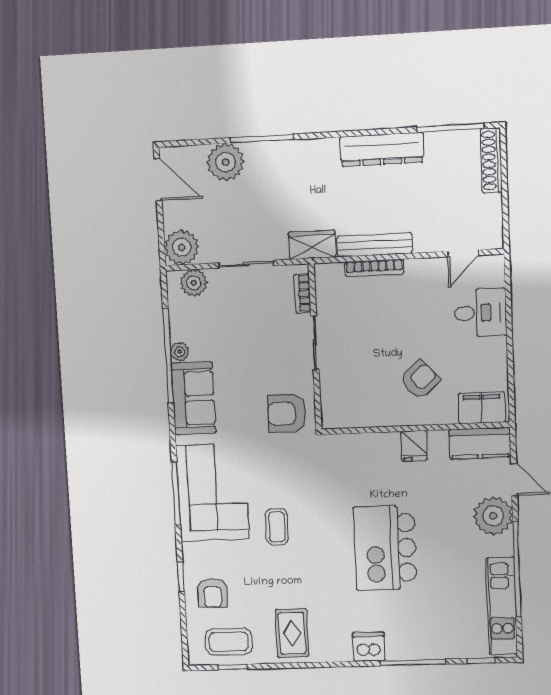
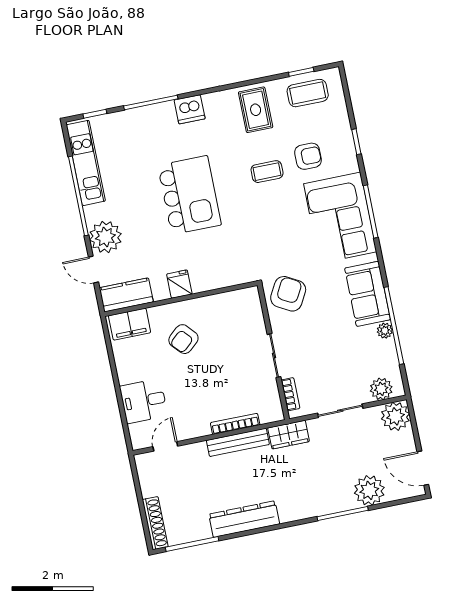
armchair: (287, 413) -> (288, 294), turned -61
coffee table: (277, 527) -> (267, 172), moved, turned 90
armchair: (212, 593) -> (308, 156), moved, turned 90

